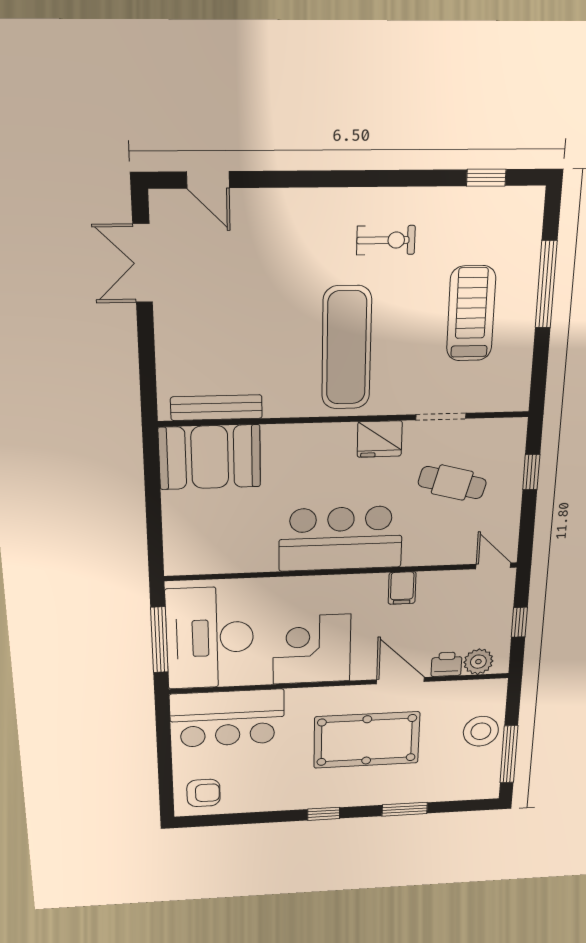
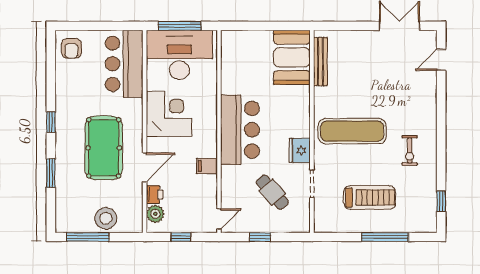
window: (531, 472) -> (260, 237), moved
cafe table: (452, 483) -> (272, 192), turned -56

